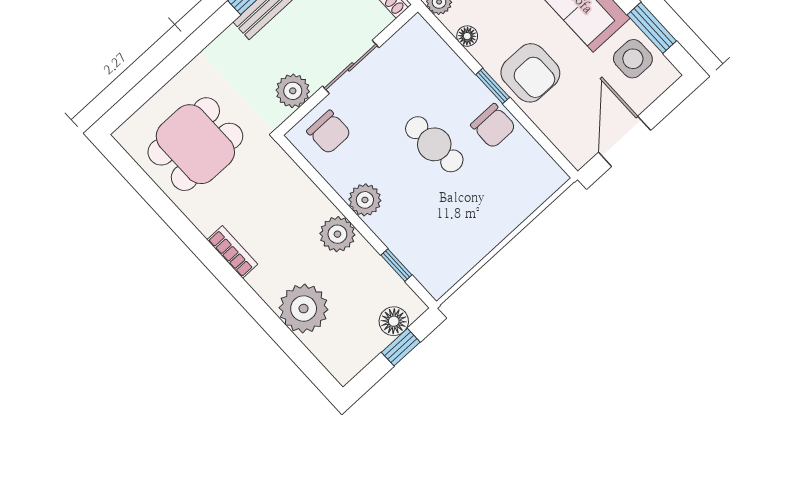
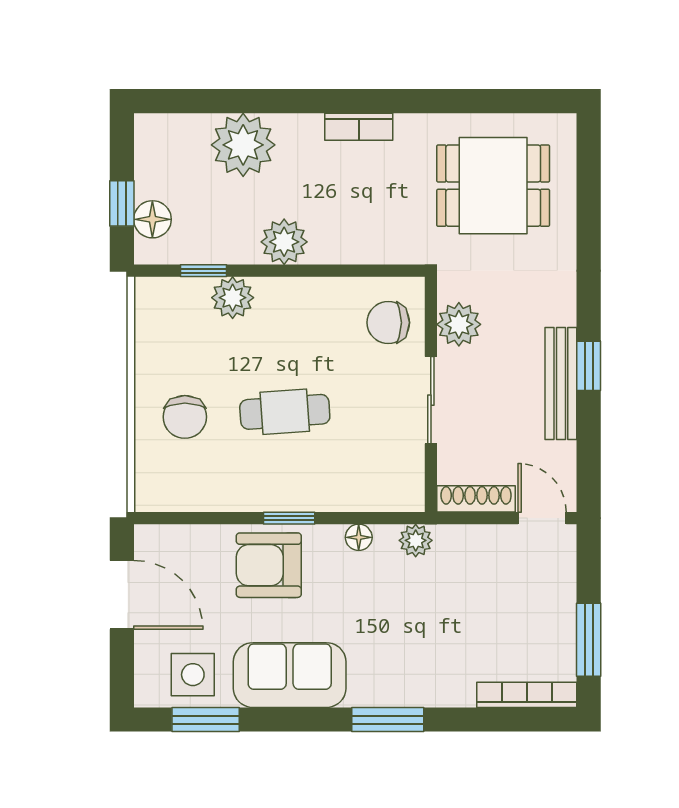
chair: (493, 126) -> (185, 417), moved, turned -90
dining table: (195, 144) -> (493, 186), turned 90
plant: (365, 200) -> (233, 298), moved

